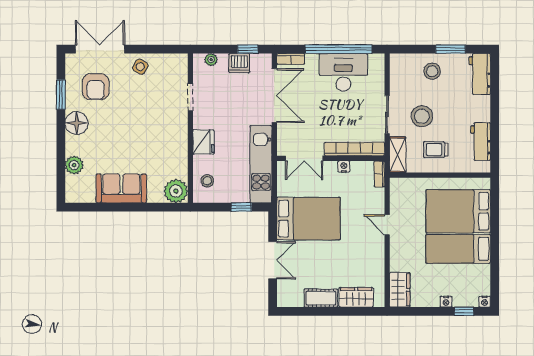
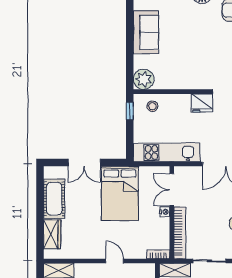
fridge: (203, 142) -> (202, 103), moved
nightstand: (344, 167) -> (165, 212), moved
window: (241, 207) -> (130, 111), moved
door: (387, 225) -> (115, 261), hinge flipped
cot: (321, 298) -> (54, 199), width x1.37, depth x1.34

